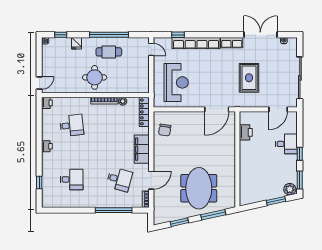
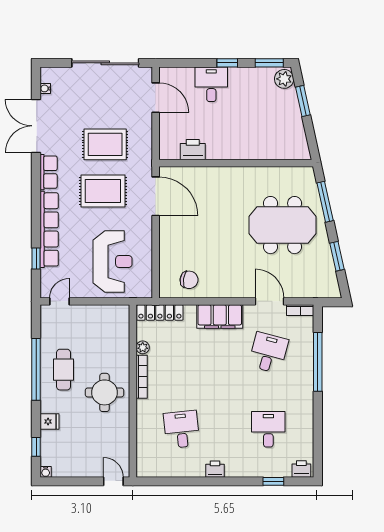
rug: (220, 76) -> (103, 191), added
reception desk: (176, 82) -> (113, 262), turned 90
printer: (47, 103) -> (301, 469), moved

